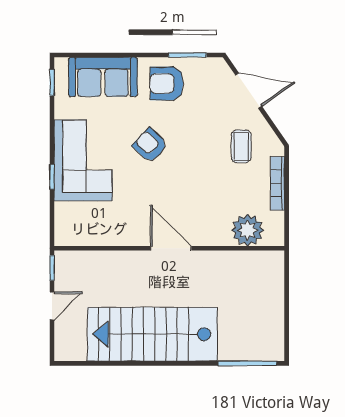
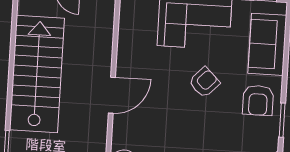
armchair: (167, 83) -> (258, 100), turned 180

